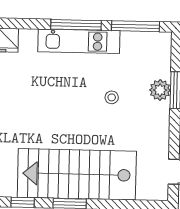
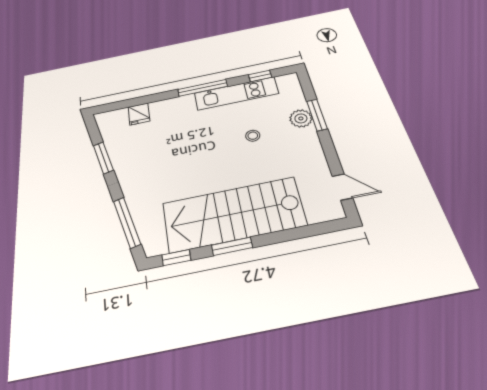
window: (135, 26) -> (260, 76), width x0.46
kitchen unit: (79, 41) -> (236, 93), moved

